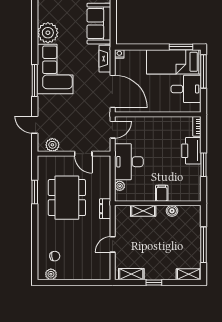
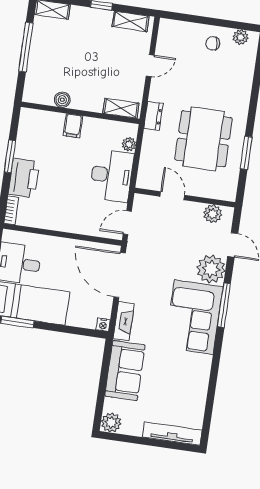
plant: (48, 33) -> (211, 269), moved
shelving: (143, 211) -> (121, 108), moved
chair: (55, 256) -> (213, 43), moved

